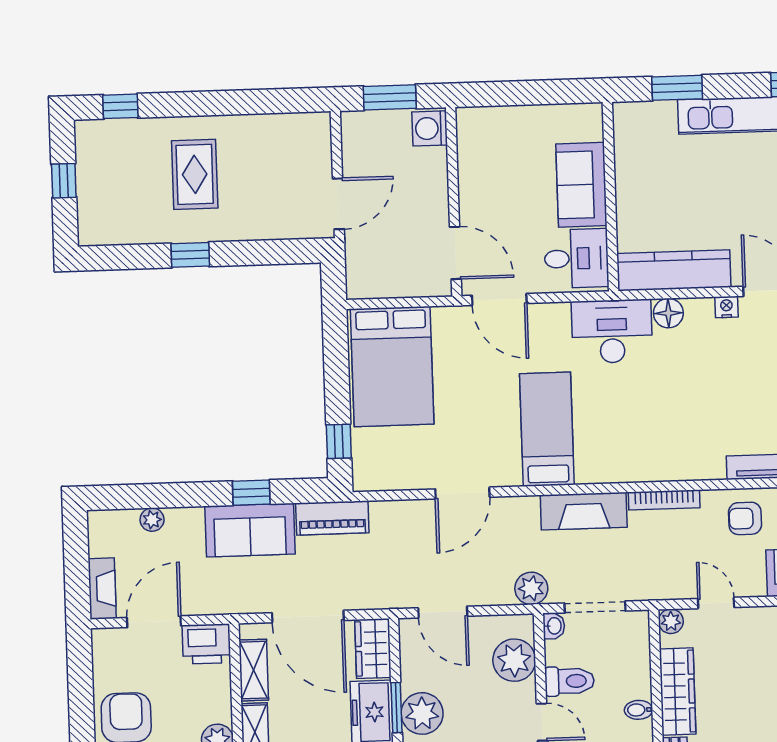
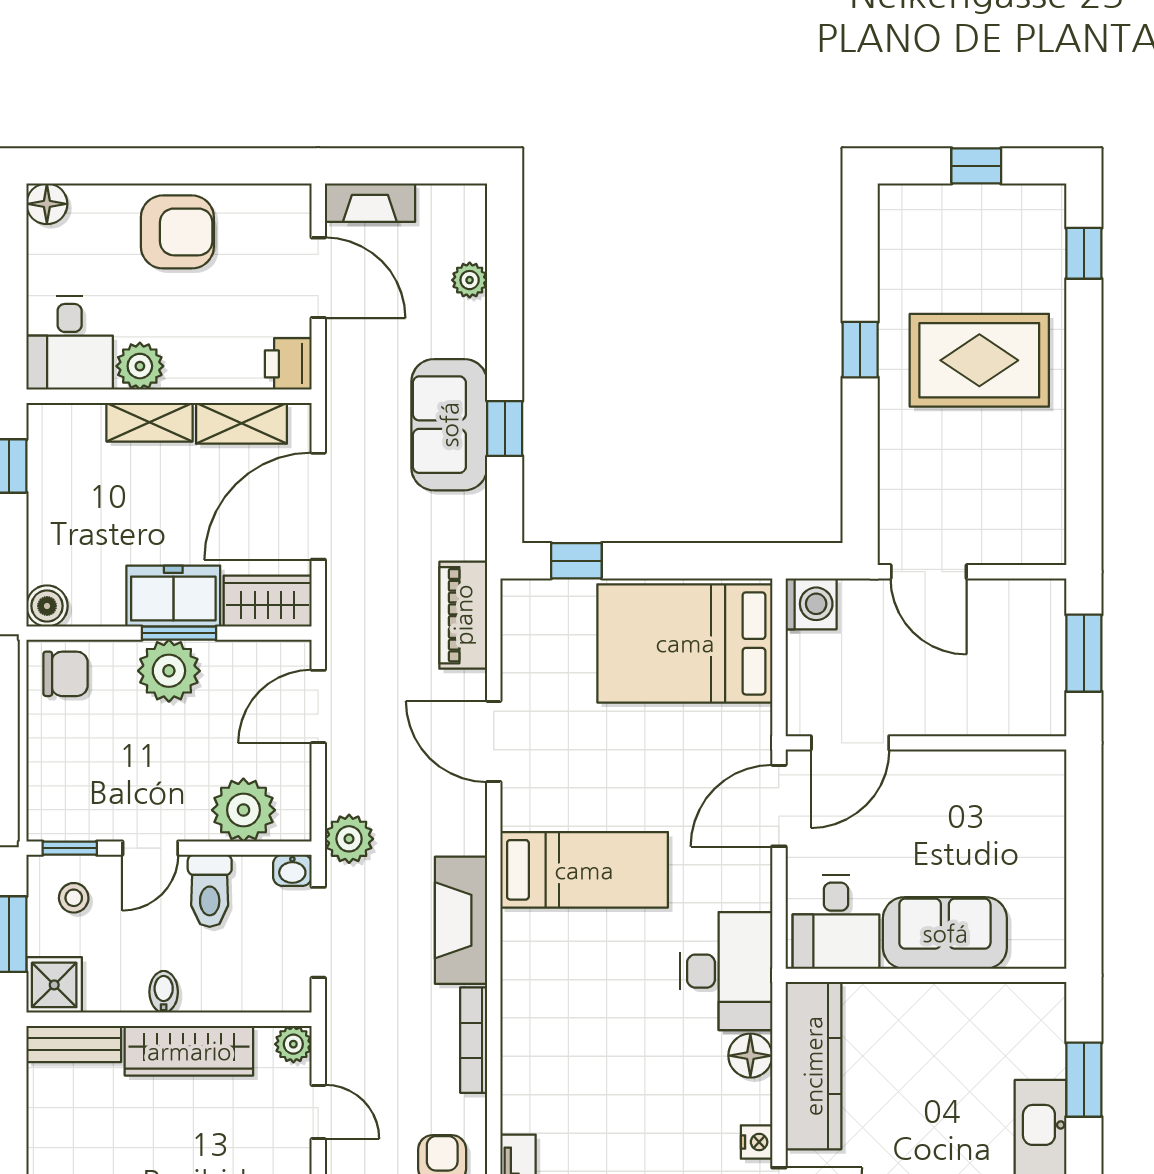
washing machine: (430, 128) -> (811, 604), moved, turned 90
rug: (195, 174) -> (979, 360), width x1.36, depth x1.43
piano: (332, 518) -> (463, 615), moved
door: (716, 603) -> (318, 1112), hinge flipped
printer: (206, 644) -> (288, 364), width x0.73, depth x0.81

